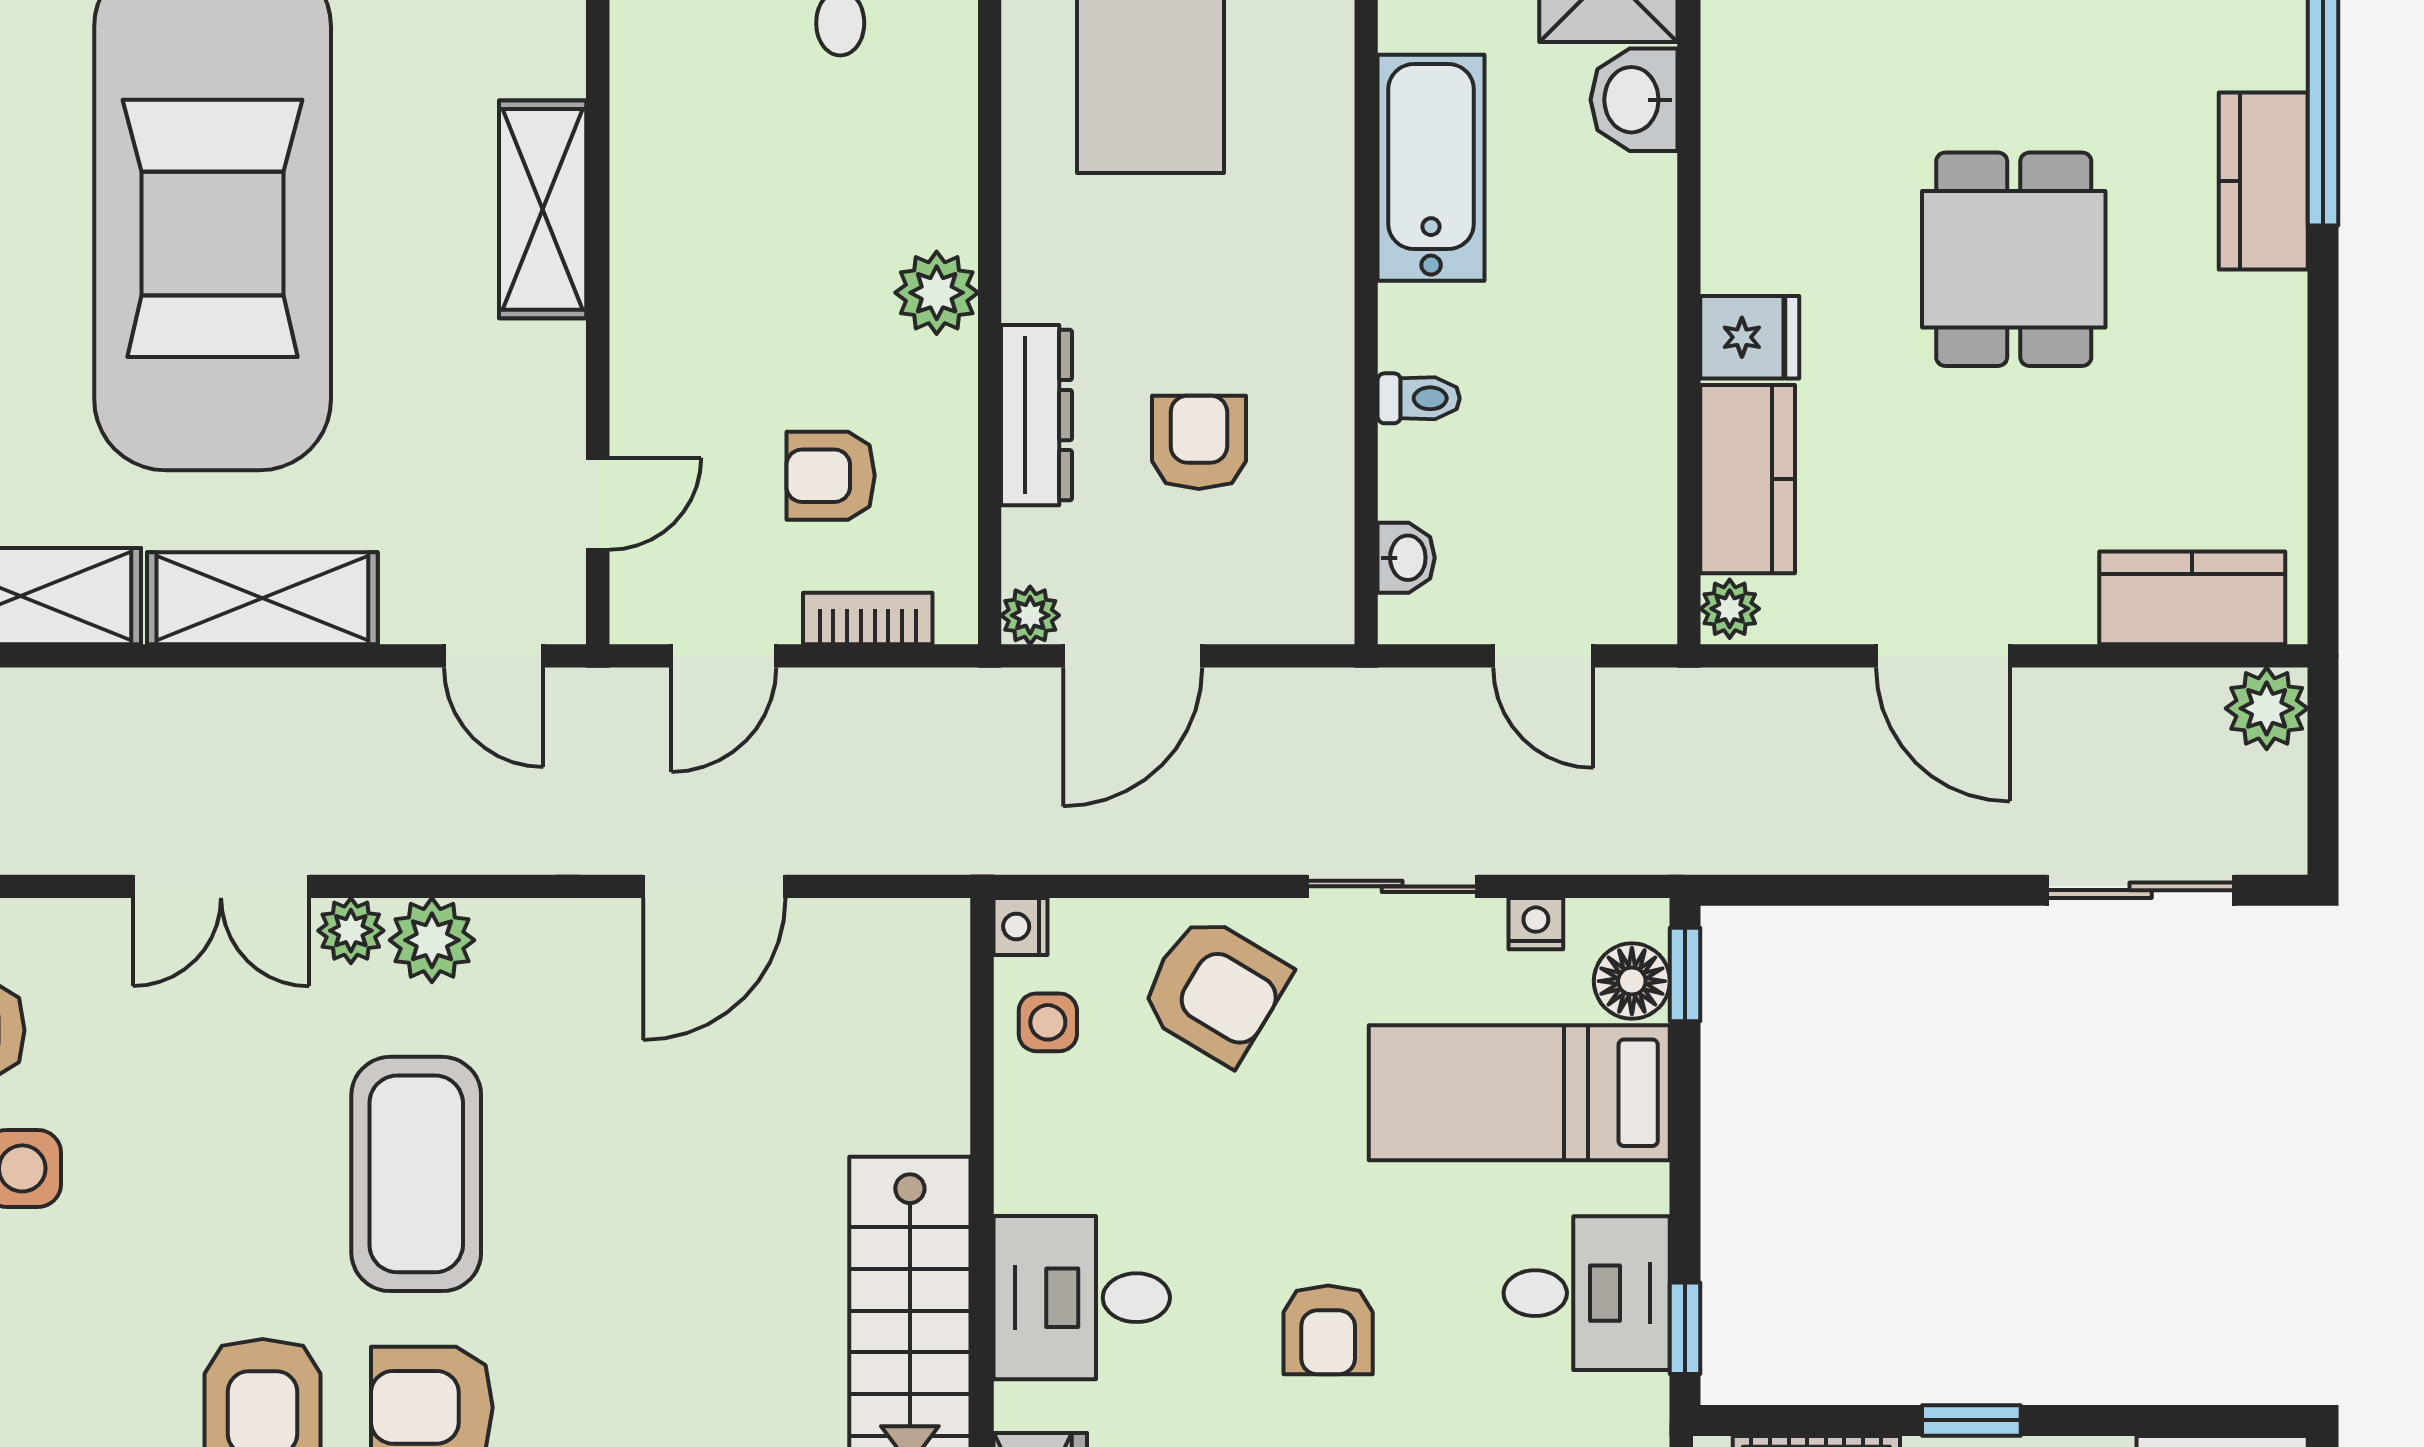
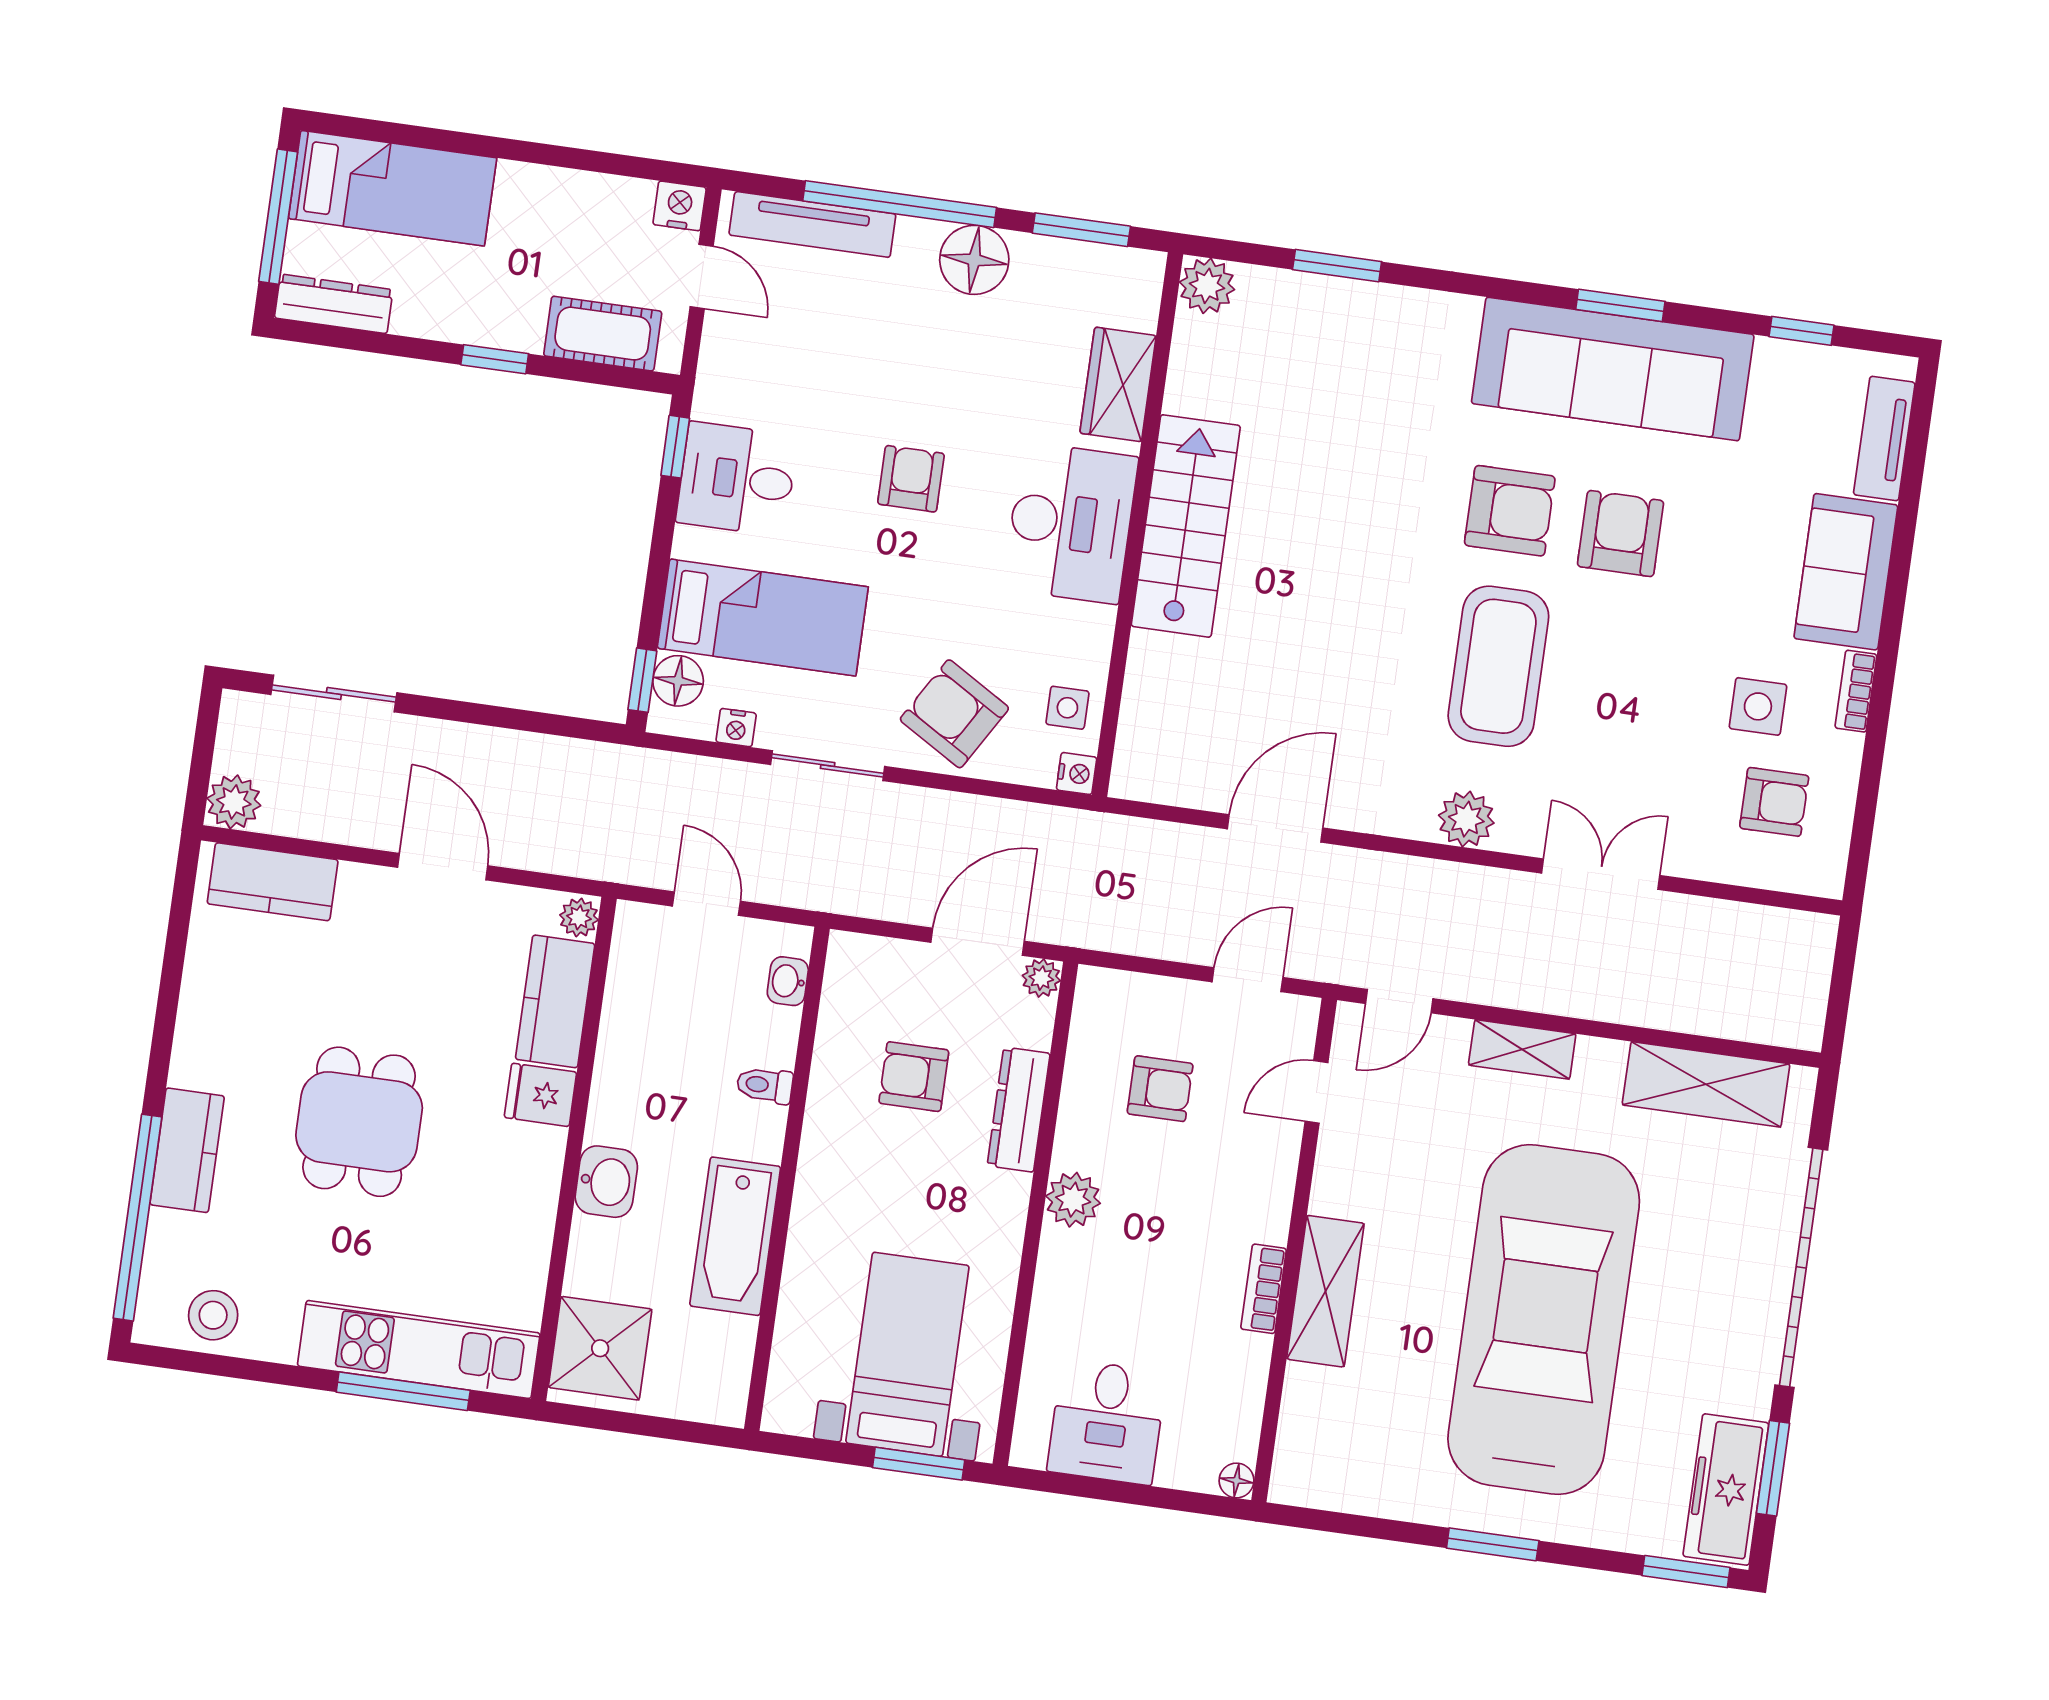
washbasin: (1634, 100) -> (606, 1182), moved
armchair: (1199, 442) -> (914, 1077), turned 90
shelving: (262, 598) -> (1522, 1049), width x0.67, depth x0.75
bookcase: (868, 618) -> (1264, 1289), moved, turned 90
door: (494, 656) -> (1399, 1001), swing flipped
plant: (351, 931) -> (1519, 833), removed
desk: (1082, 1298) -> (1071, 523), width x1.37

